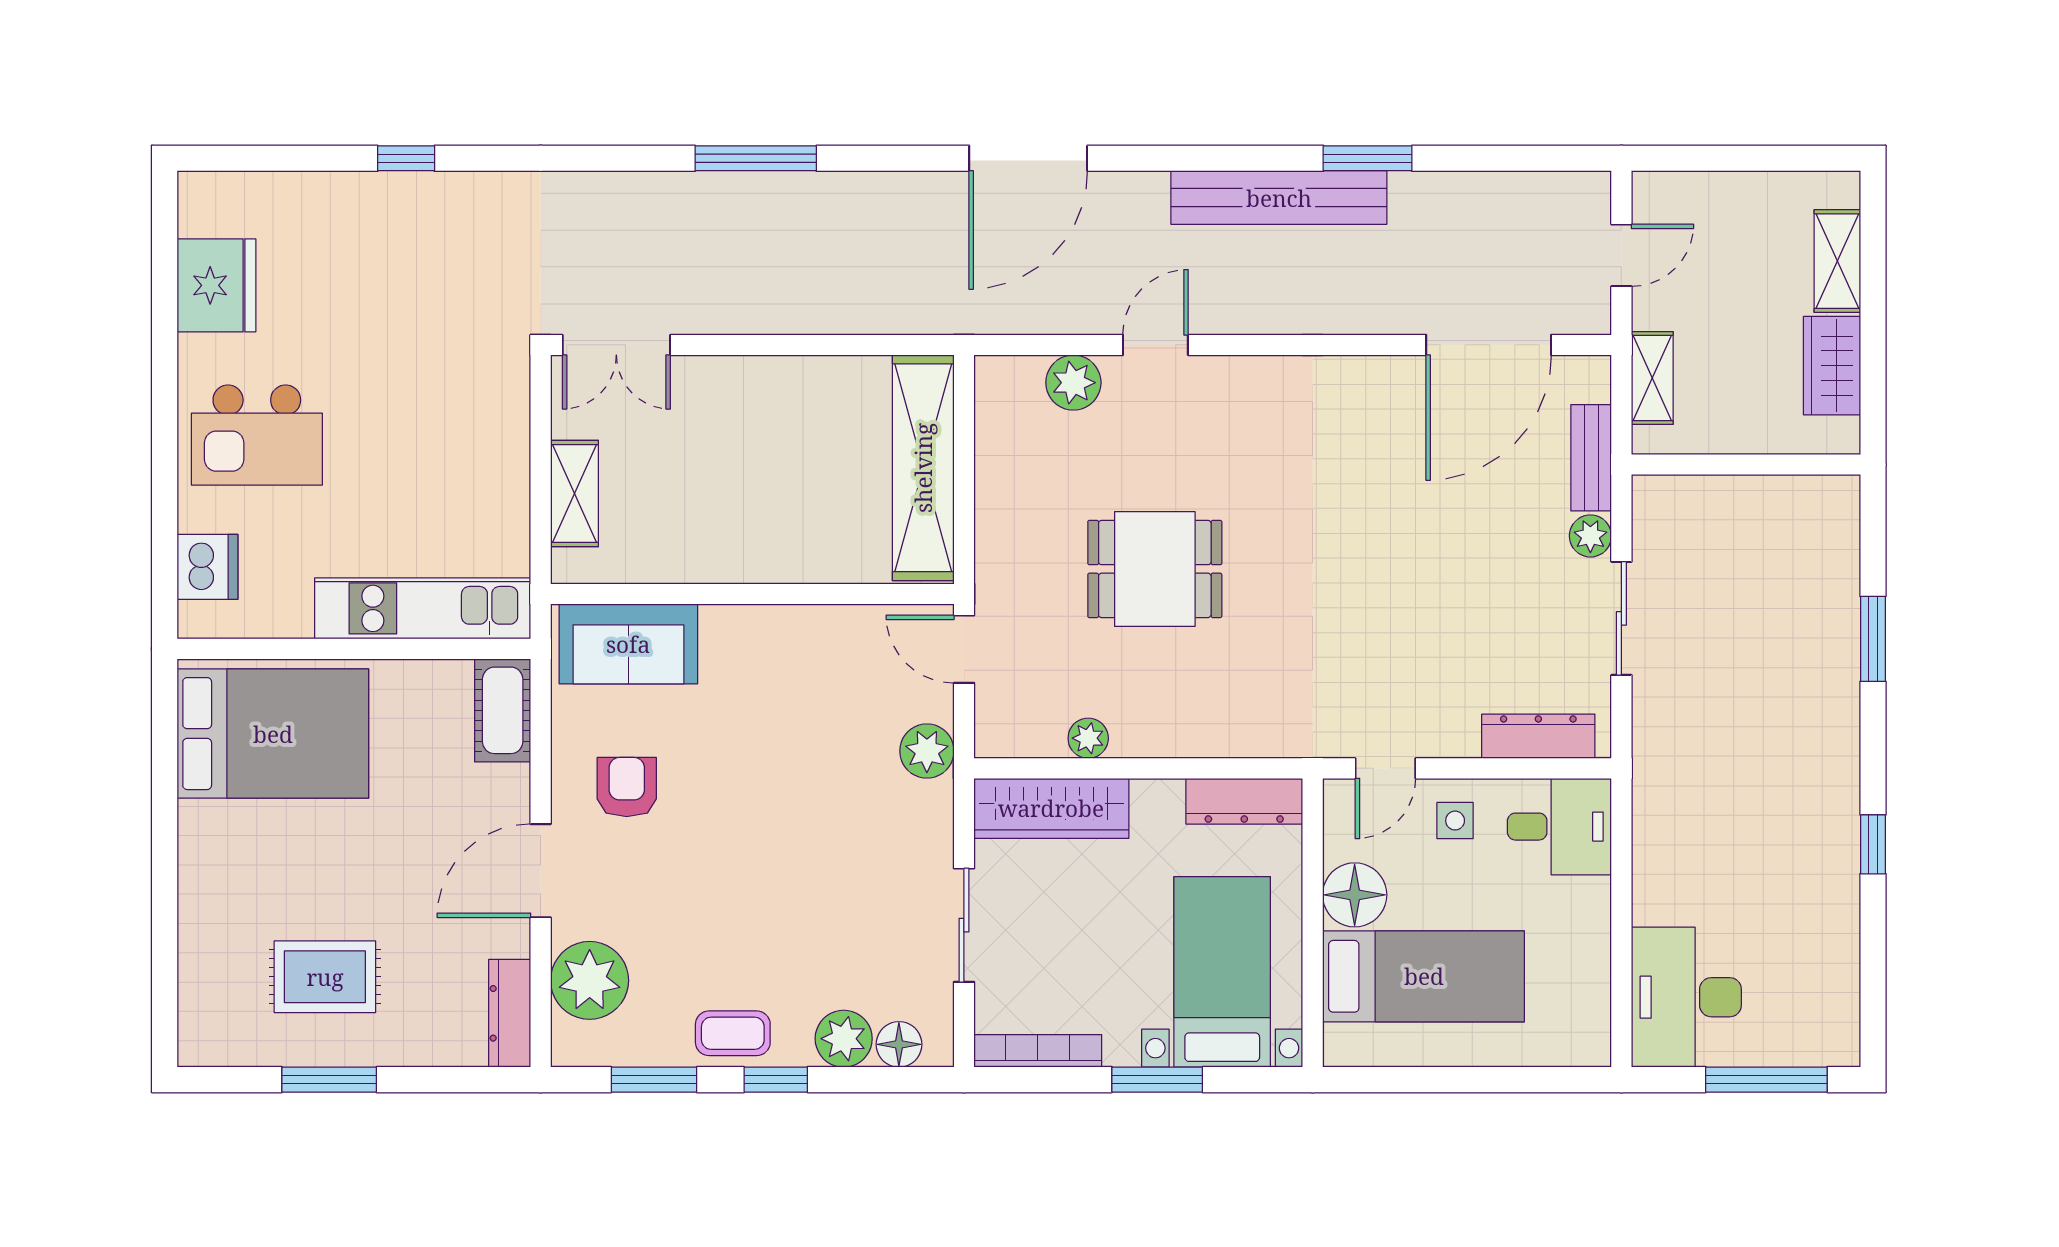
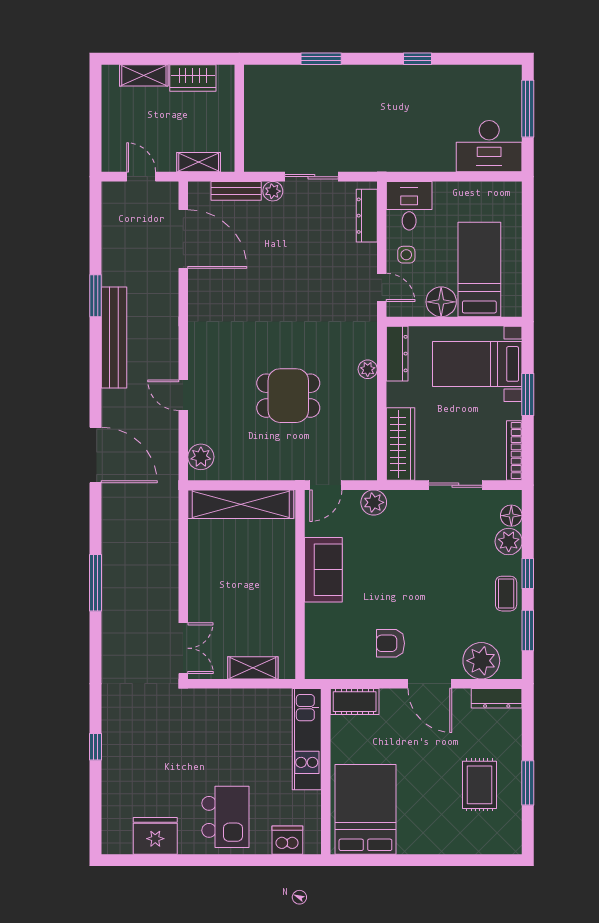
plant: (1073, 383) -> (201, 457), moved
dining table: (1155, 569) -> (288, 396), turned 90
sofa: (628, 644) -> (323, 570), moved
plant: (1088, 738) -> (368, 369), moved

